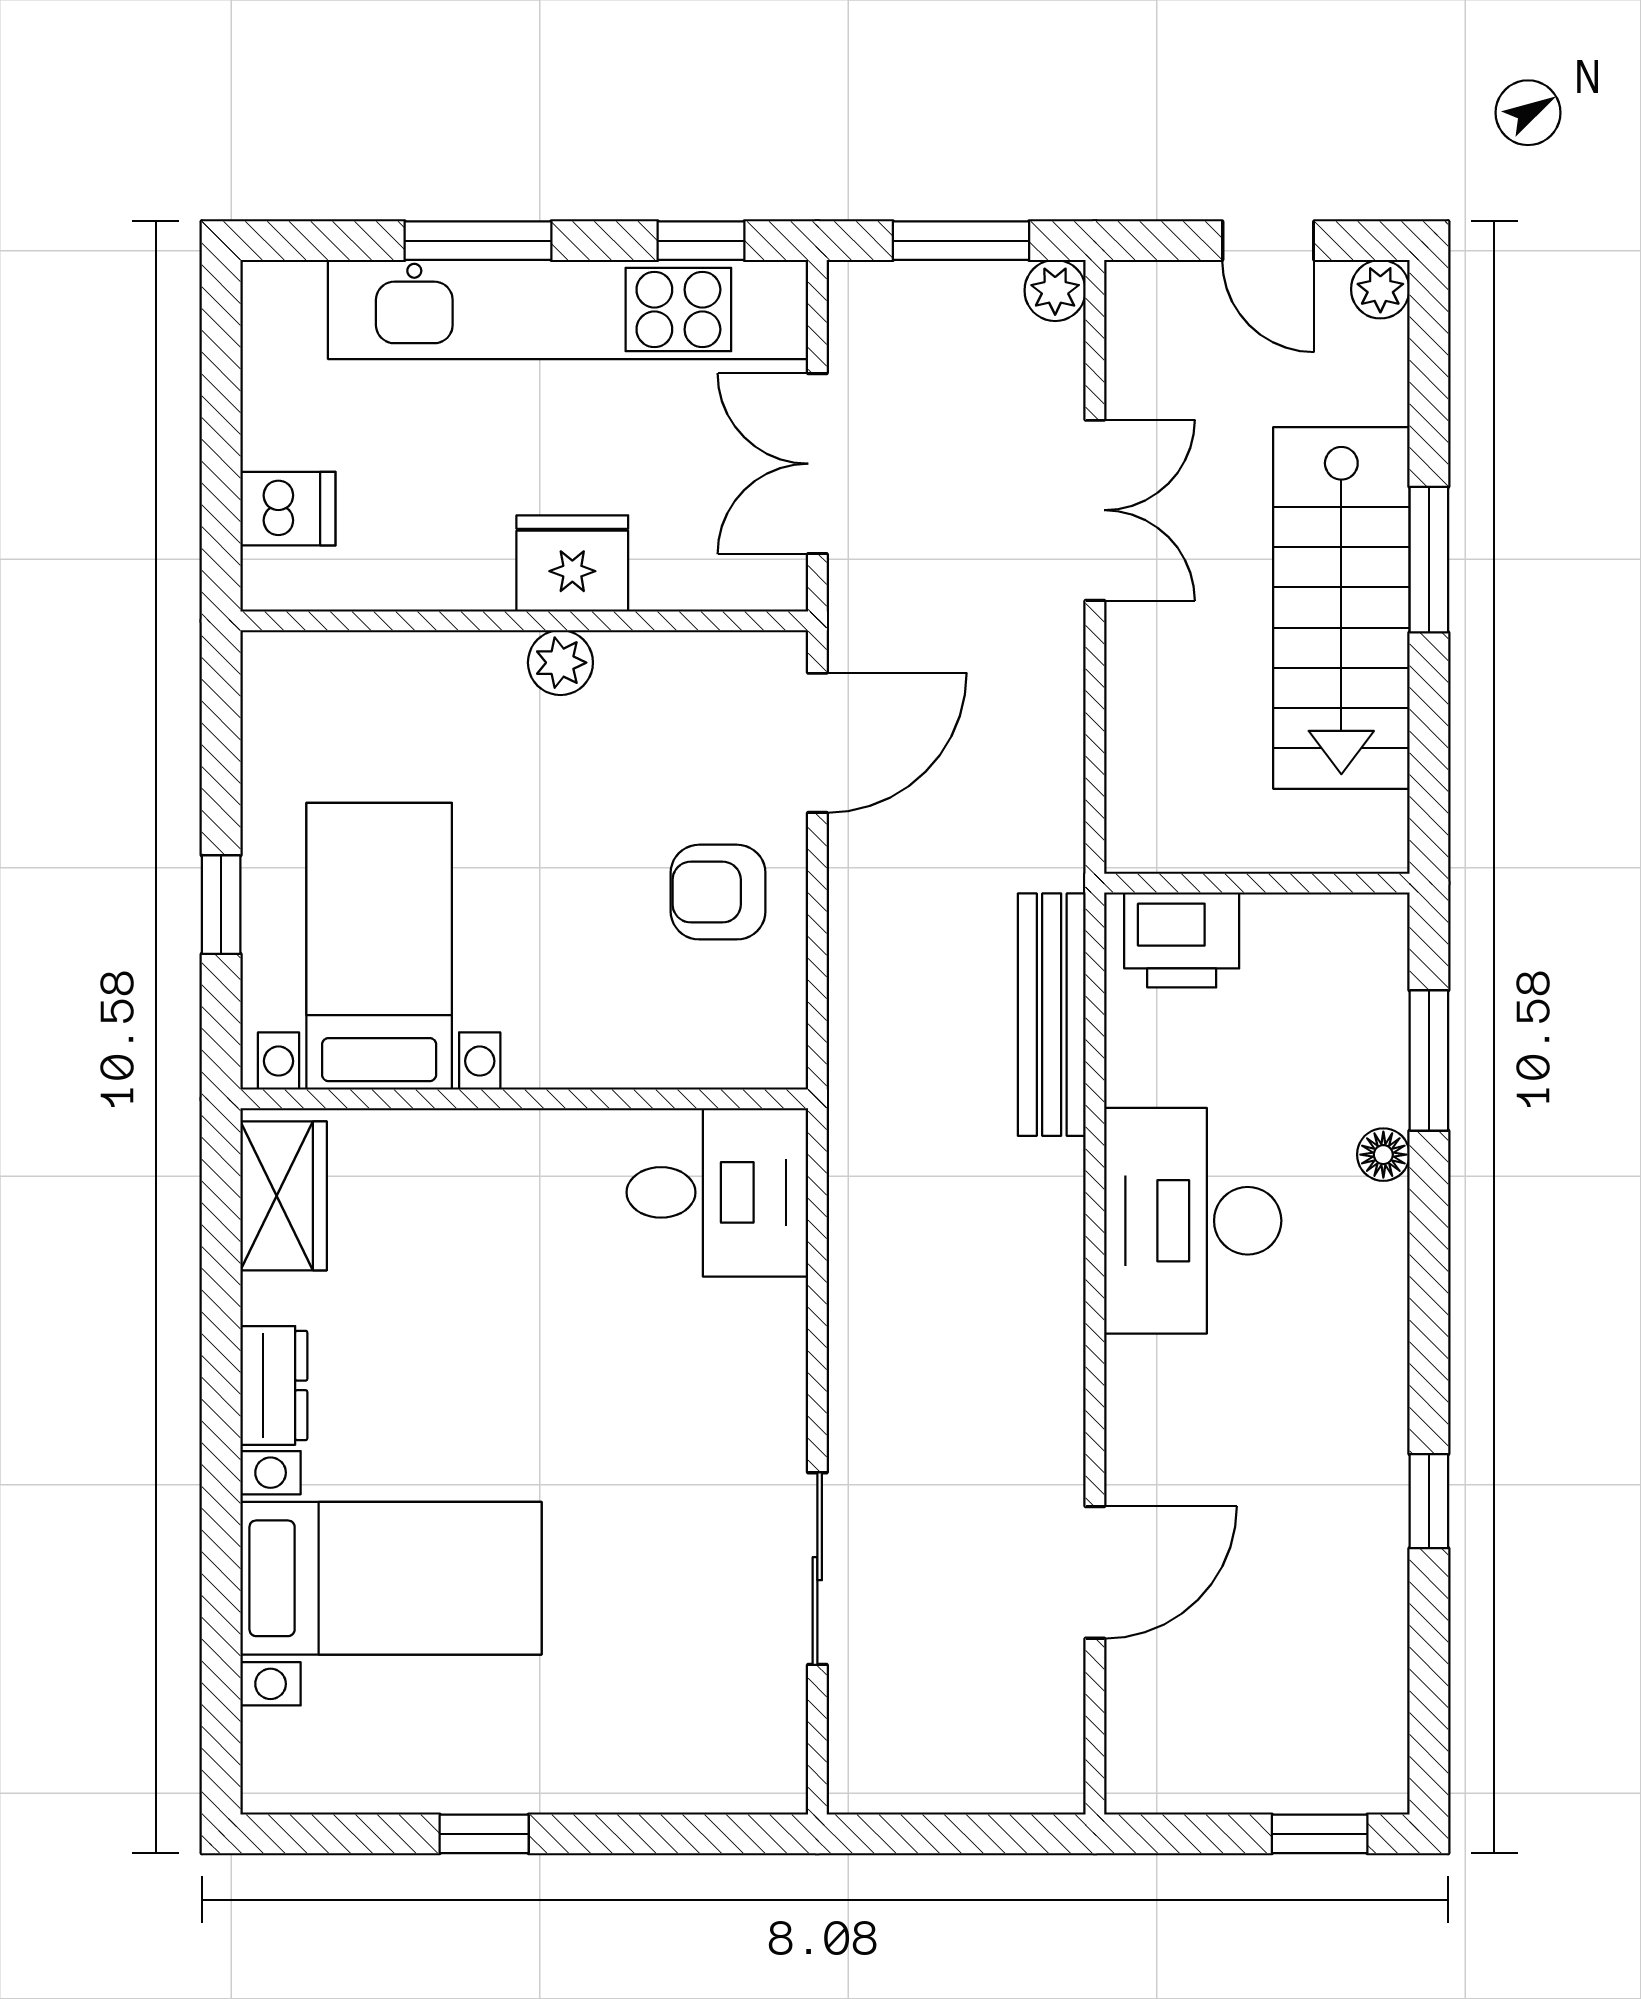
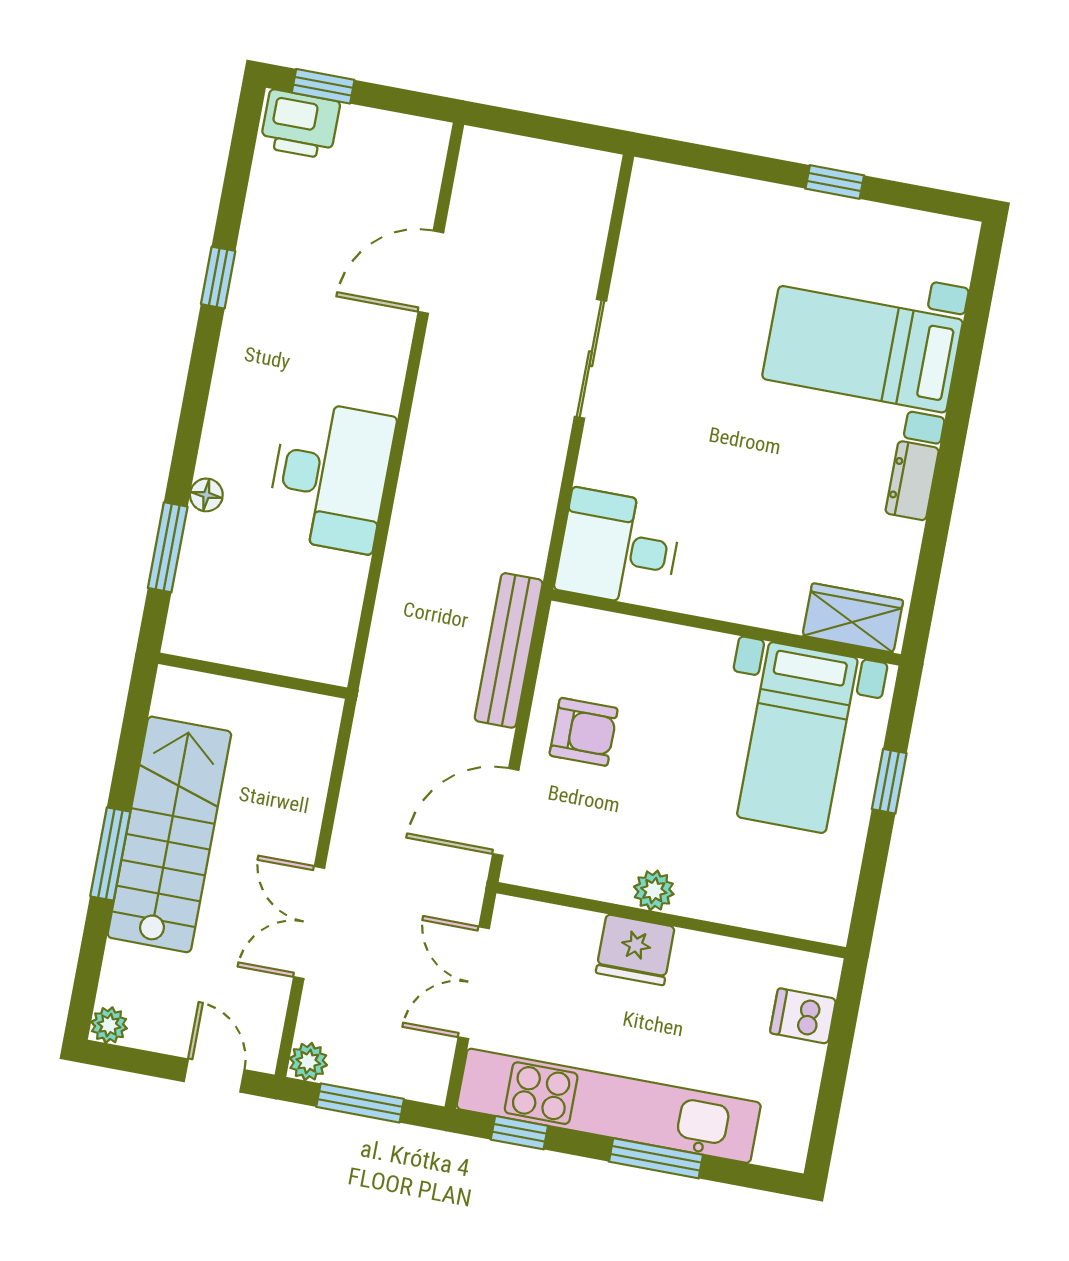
door: (1268, 241) -> (214, 1076), moved
double door: (817, 464) -> (474, 983), swing flipped
printer: (1182, 940) -> (300, 124), moved, turned 180
bench: (1052, 1015) -> (509, 650), moved
wardrobe: (284, 1196) -> (853, 618), moved, turned 90
sliding door: (817, 1569) -> (591, 359), moved

